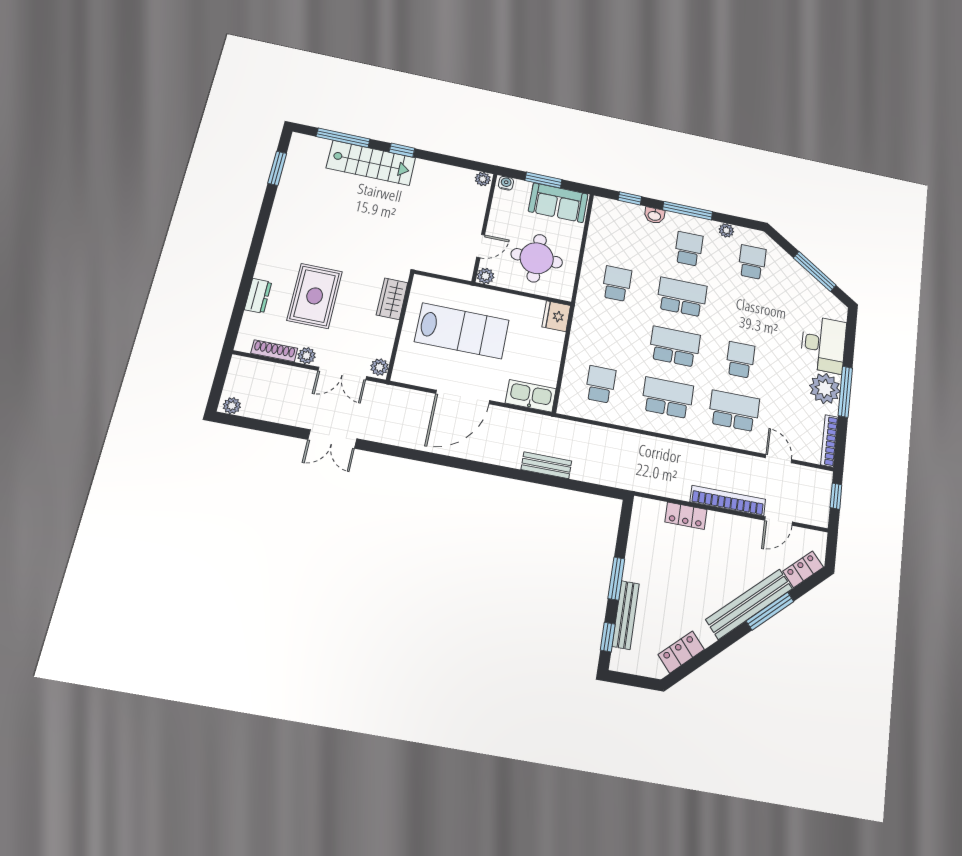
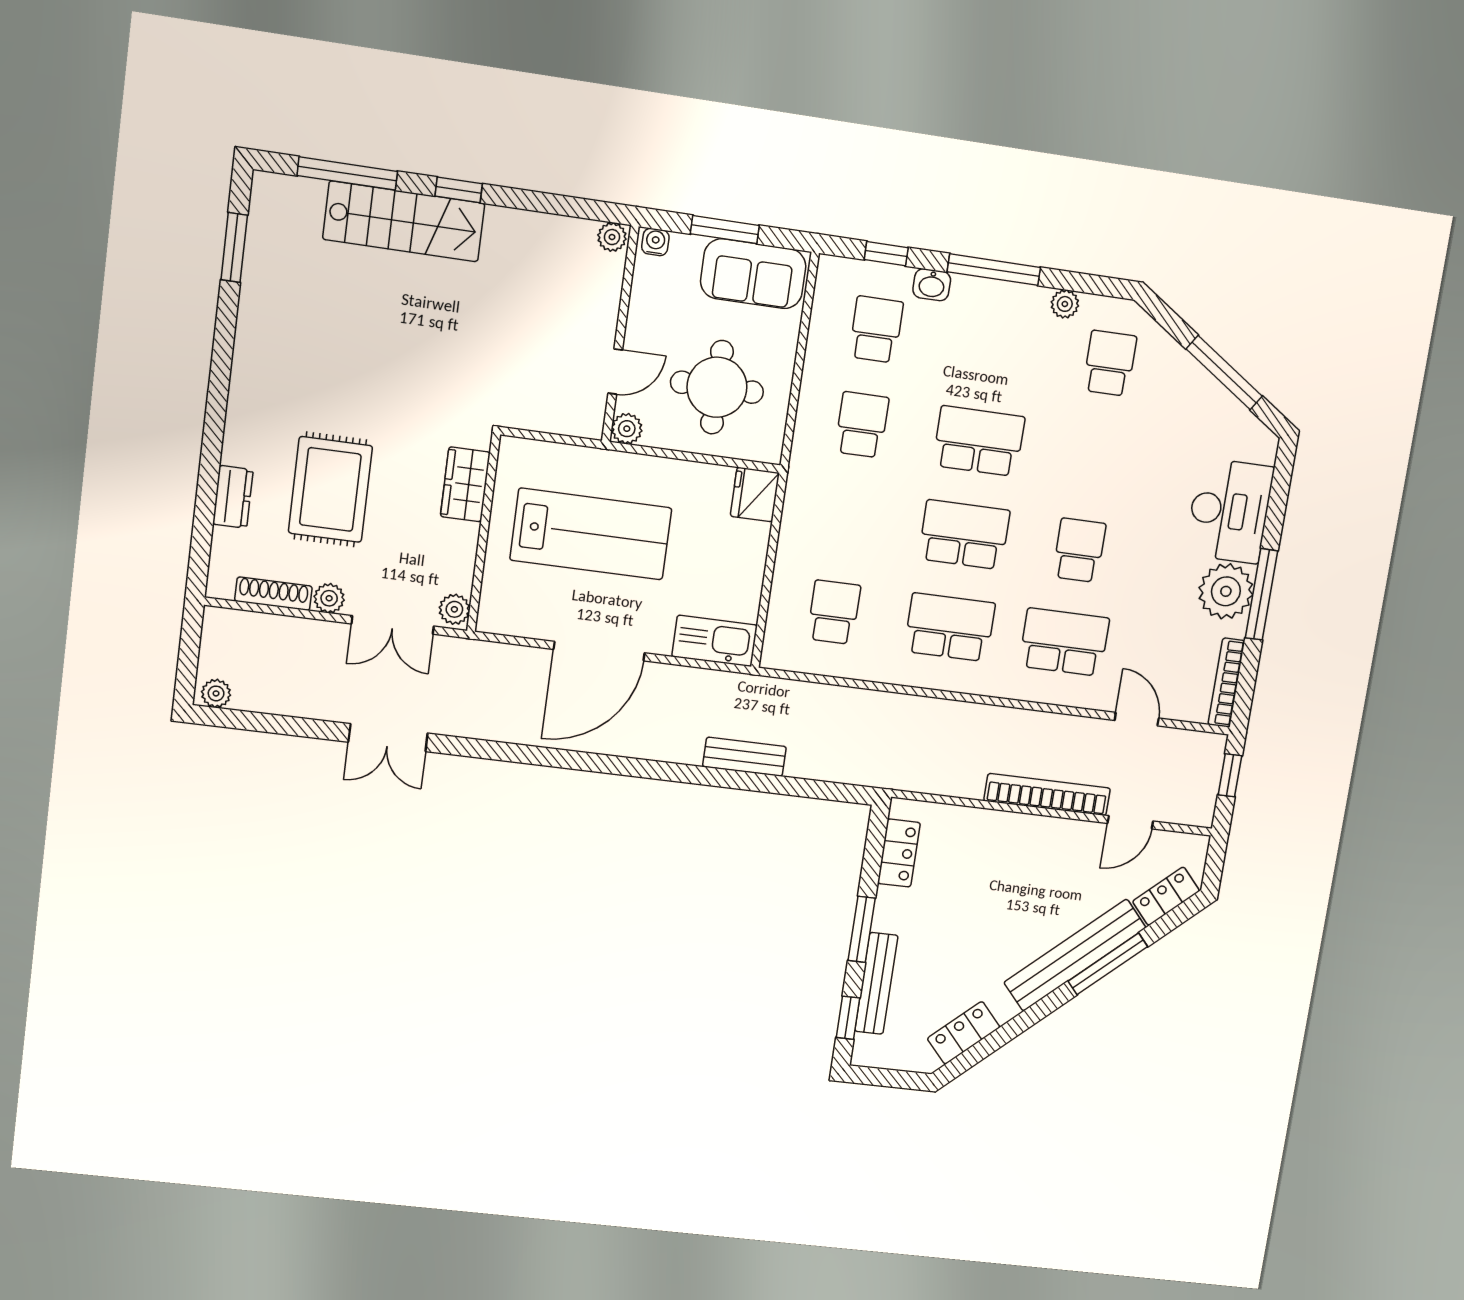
school desk: (689, 249) -> (876, 329), moved
locker: (686, 516) -> (899, 853), moved, turned -90

